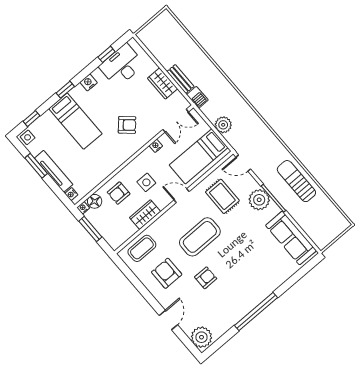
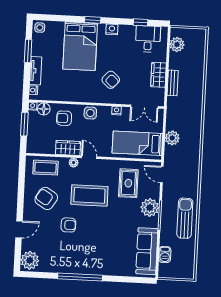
plant: (154, 44) -> (177, 44), added
desk: (122, 65) -> (148, 39), width x0.73
barbecue: (197, 97) -> (165, 255), moved
window: (32, 119) -> (54, 18), removed
bed: (75, 121) -> (80, 46), width x1.50
tv unit: (54, 171) -> (36, 71), width x0.71
side table: (146, 182) -> (90, 113), moved
door: (182, 196) -> (89, 157), moved
plant: (161, 222) -> (74, 163), added
armchair: (167, 273) -> (46, 198), turned -58

